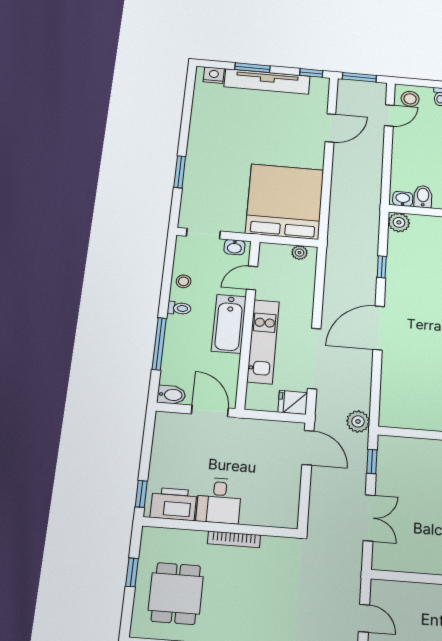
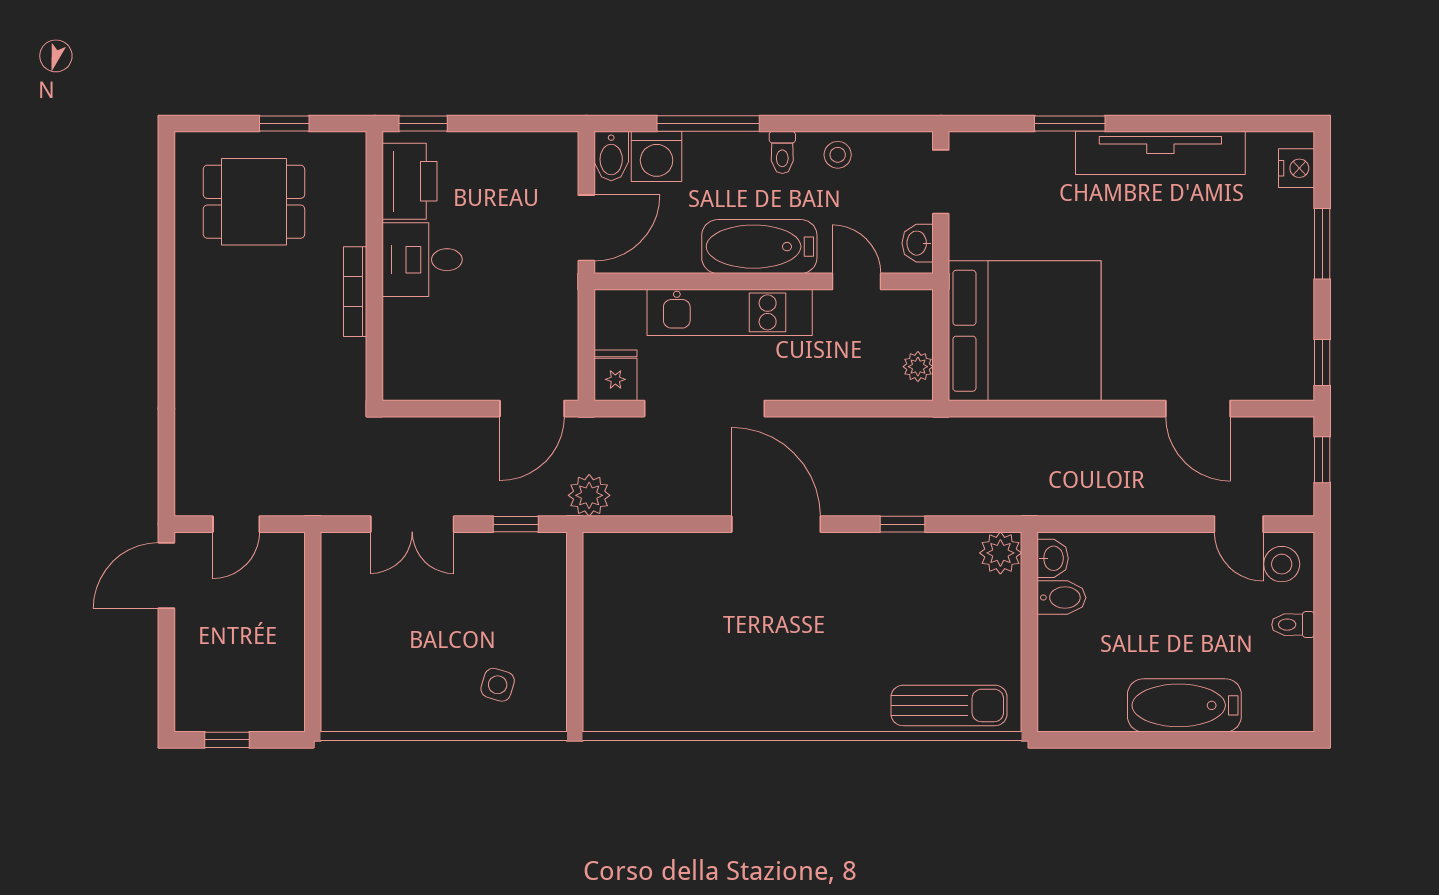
window: (359, 77) -> (1322, 460), width x0.67
tv unit: (267, 81) -> (1160, 153), moved, turned -90
washing machine: (174, 371) -> (657, 156), added

